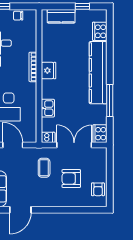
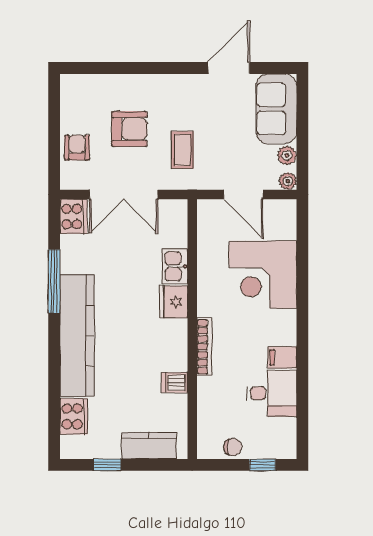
fridge: (49, 71) -> (174, 302), moved
dishwasher: (48, 137) -> (174, 383), moved
armchair: (98, 189) -> (77, 148), moved

